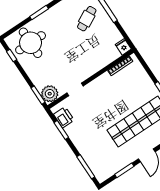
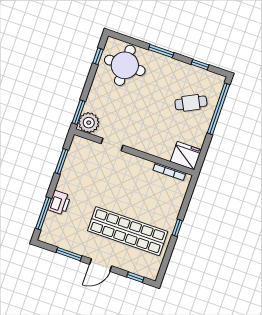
fridge: (123, 47) -> (186, 156), width x1.88, depth x1.34
printer: (64, 117) -> (59, 203), moved

